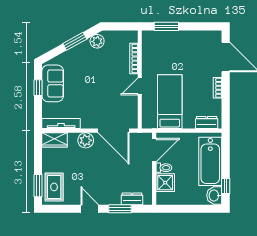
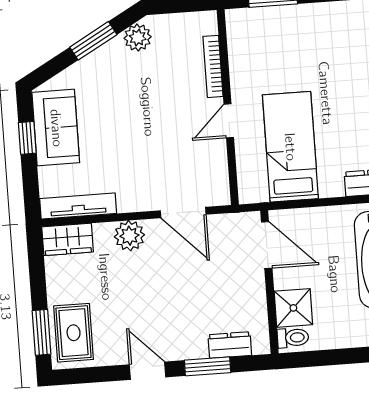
door: (113, 131) -> (183, 212), width x0.73
door: (154, 150) -> (267, 245), hinge flipped
toilet: (164, 168) -> (293, 338), moved

